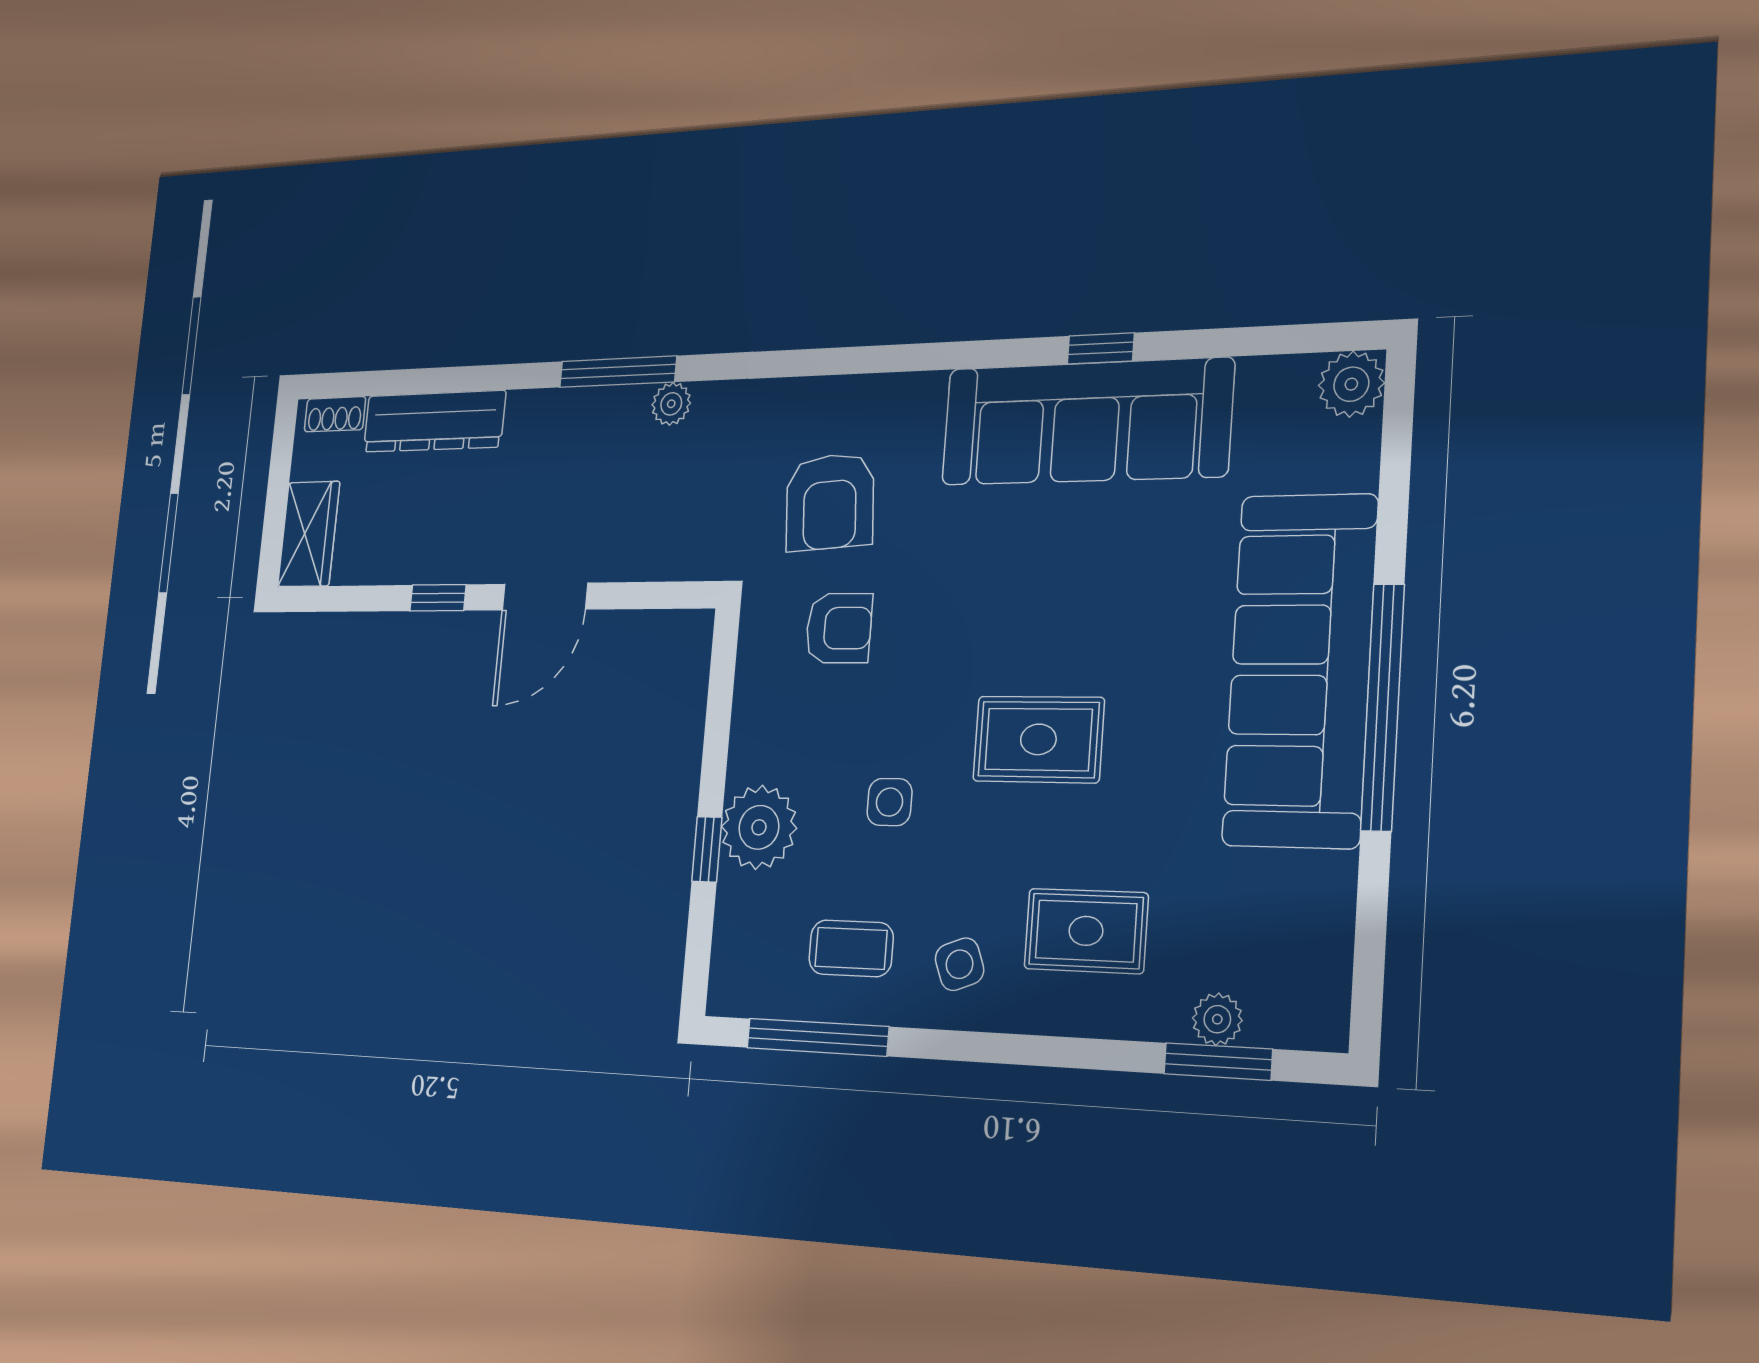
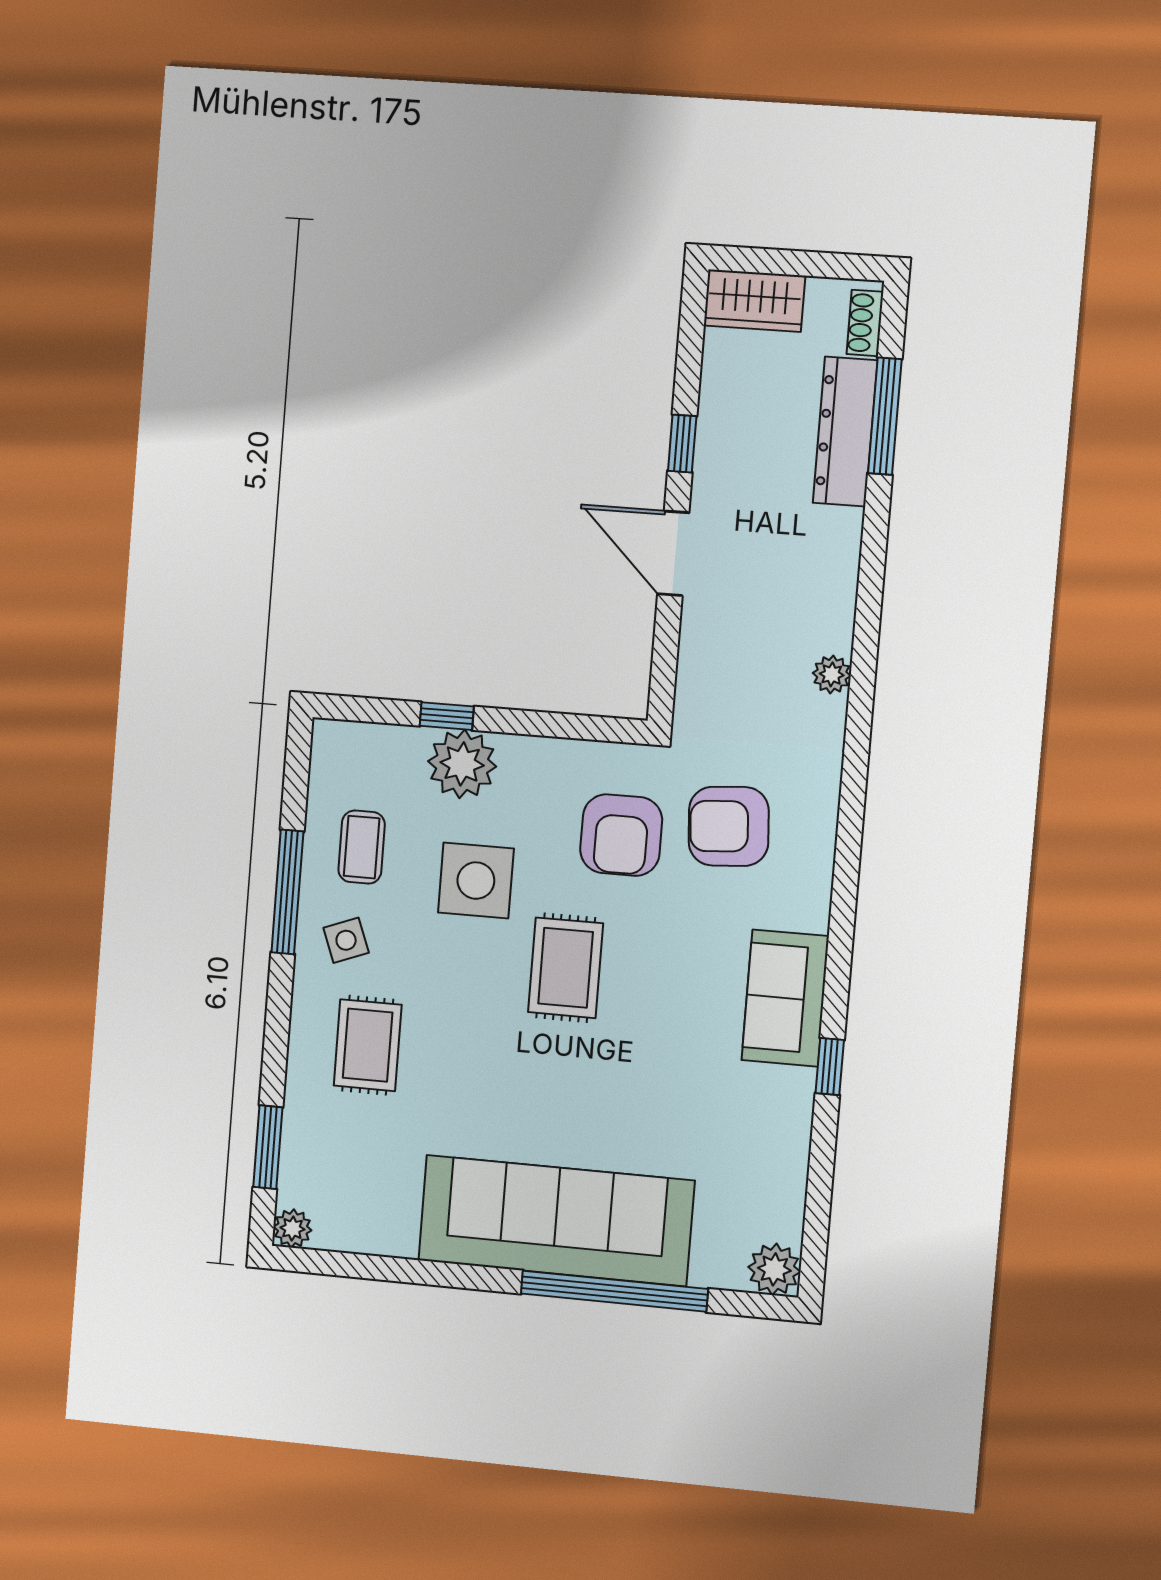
window: (618, 372) -> (885, 416), moved
sofa: (1086, 422) -> (785, 998), width x0.54, depth x0.79
armchair: (839, 628) -> (621, 835), width x1.38, depth x1.38
window: (1383, 707) -> (614, 1291), moved
rug: (1038, 739) -> (566, 968), moved
side table: (889, 802) -> (476, 881), width x1.87, depth x1.87
plant: (1217, 1019) -> (292, 1228), moved
window: (818, 1037) -> (287, 892), moved

